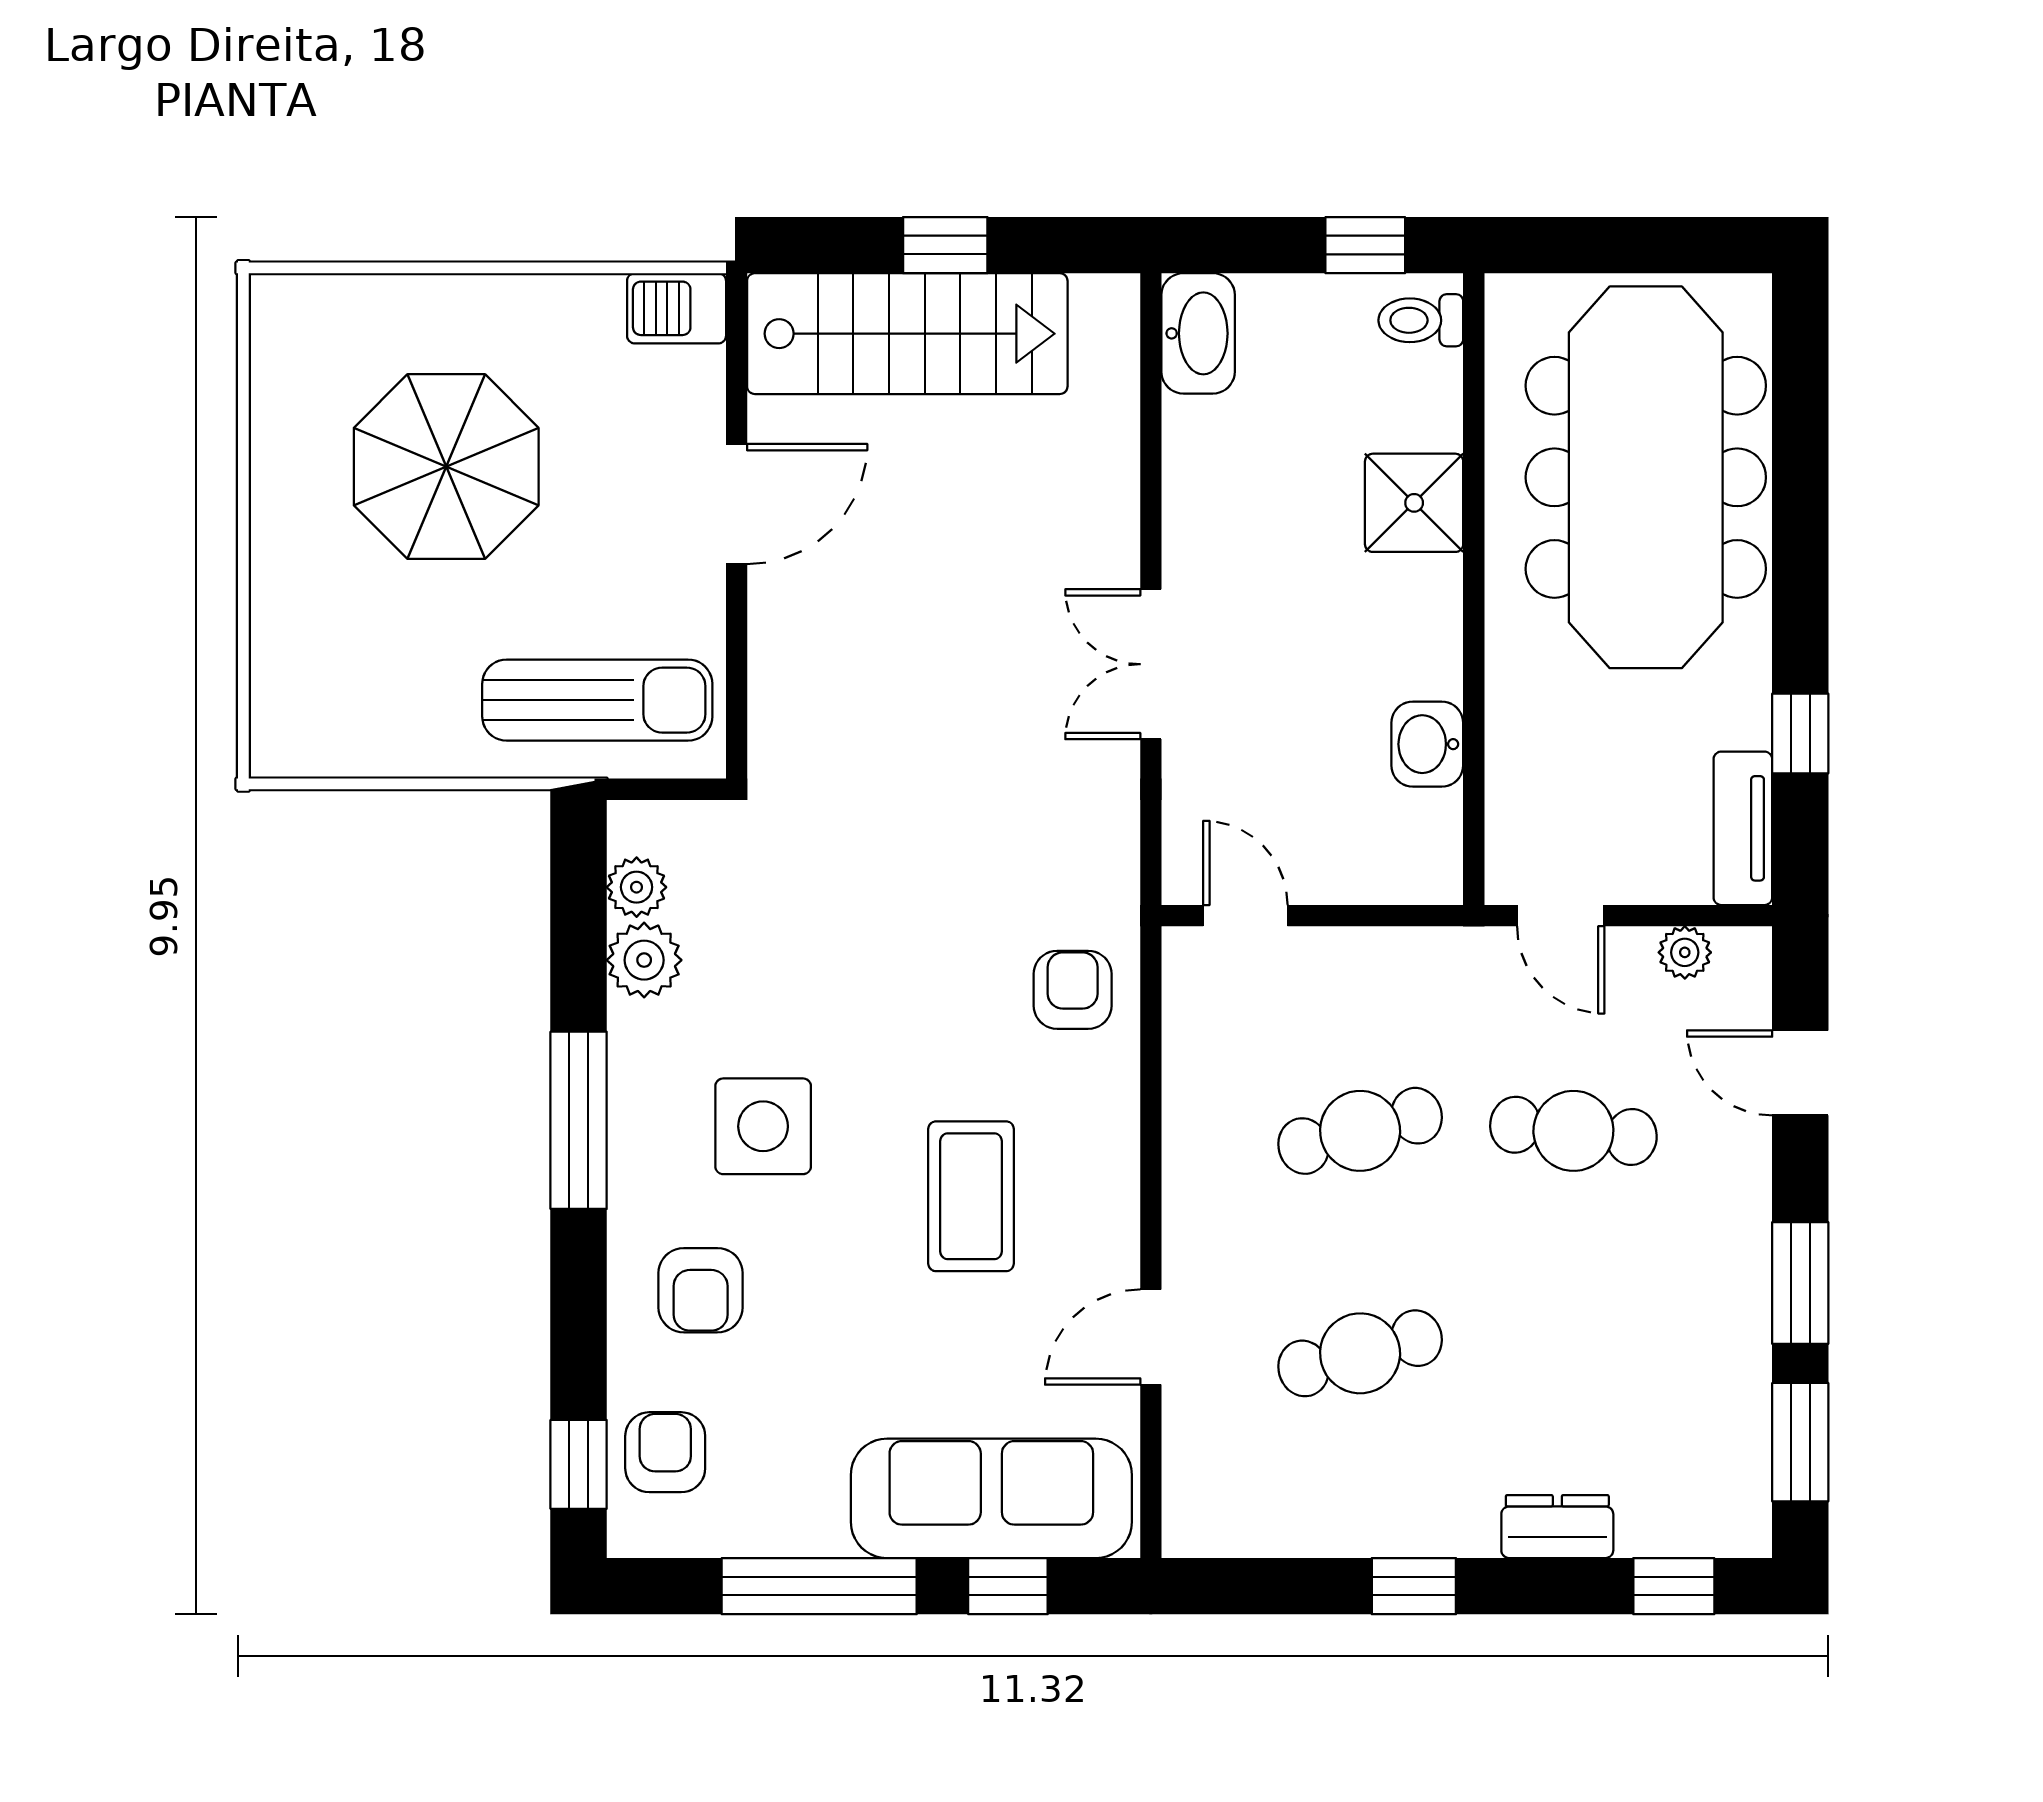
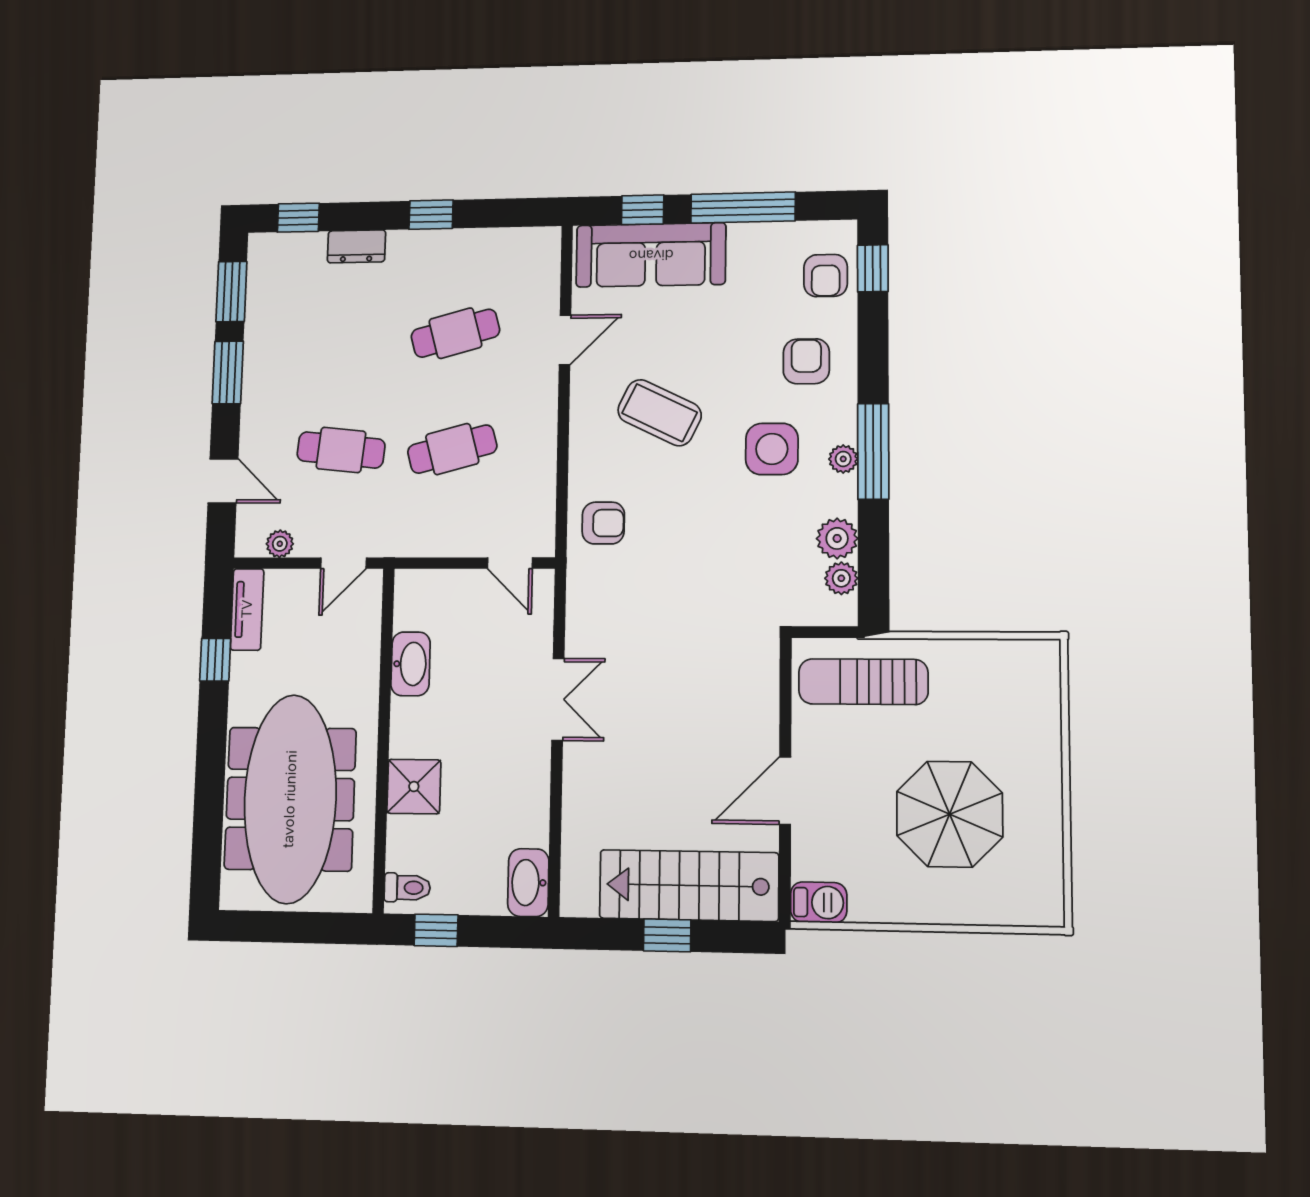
washbasin: (1427, 744) -> (411, 664), width x1.38
door: (1561, 916) -> (344, 563), swing flipped
armchair: (1073, 990) -> (603, 523), turned -90
plant: (633, 1107) -> (843, 459), added
coffee table: (971, 1196) -> (660, 413), turned -64

